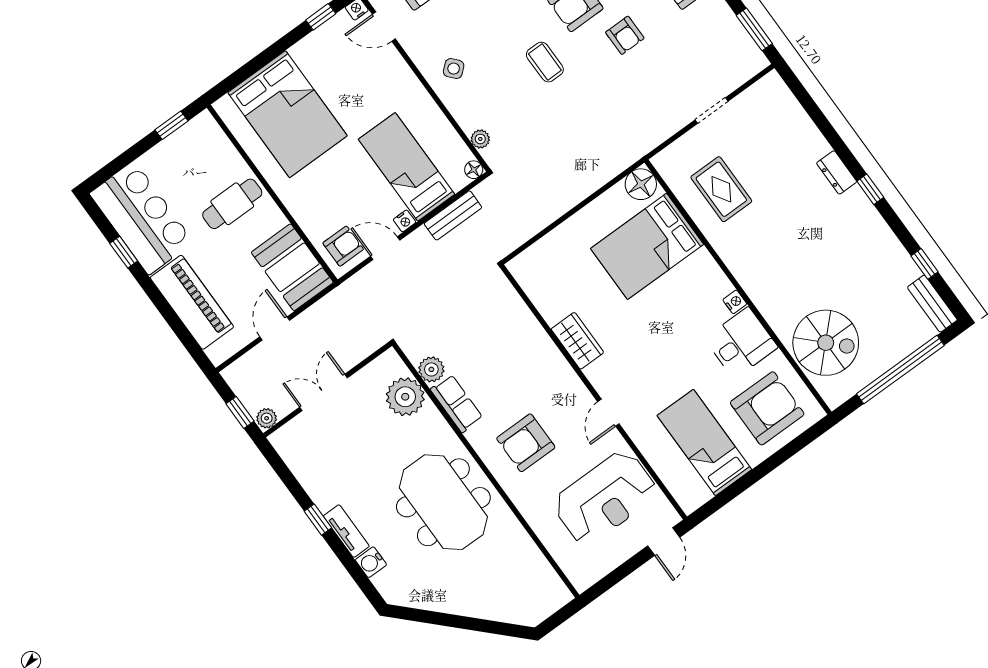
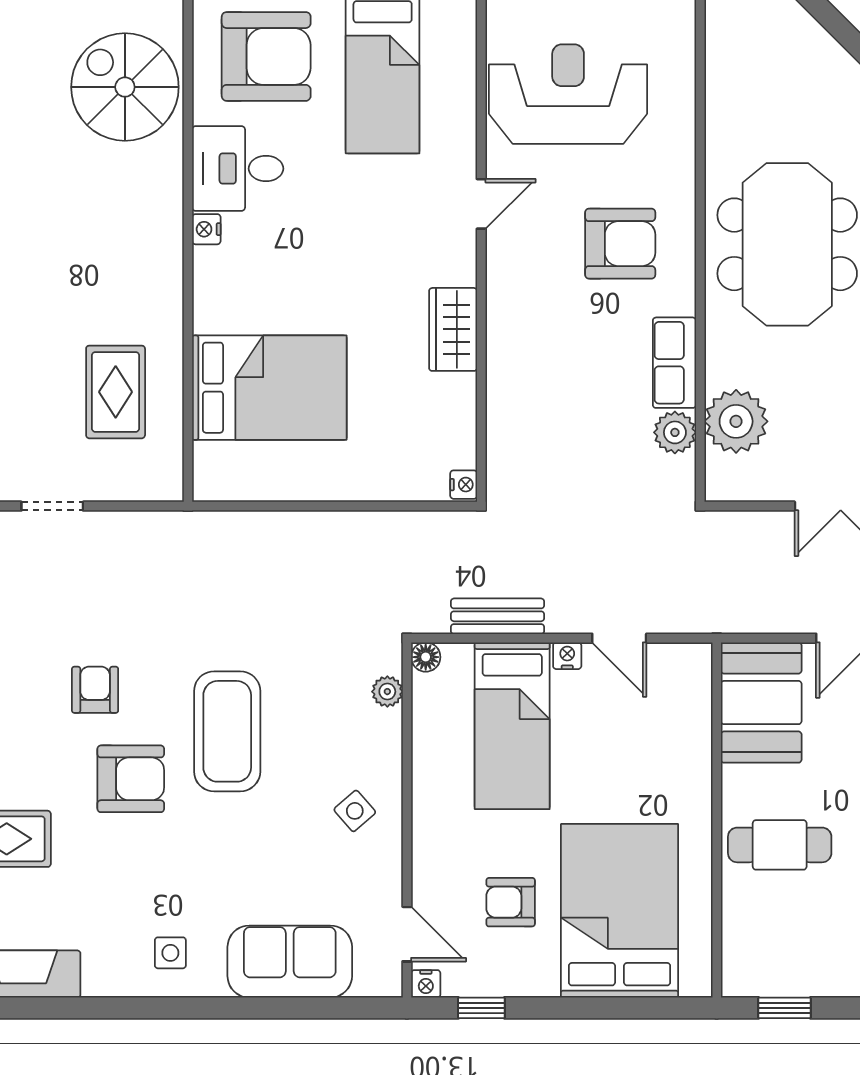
coffee table: (545, 62) -> (227, 731), width x1.86, depth x1.72
floor lamp: (641, 184) -> (218, 476), removed
armchair: (343, 246) -> (511, 902), moved
nightstand: (517, 268) -> (464, 485), added
armchair: (767, 408) -> (266, 56), turned 180

